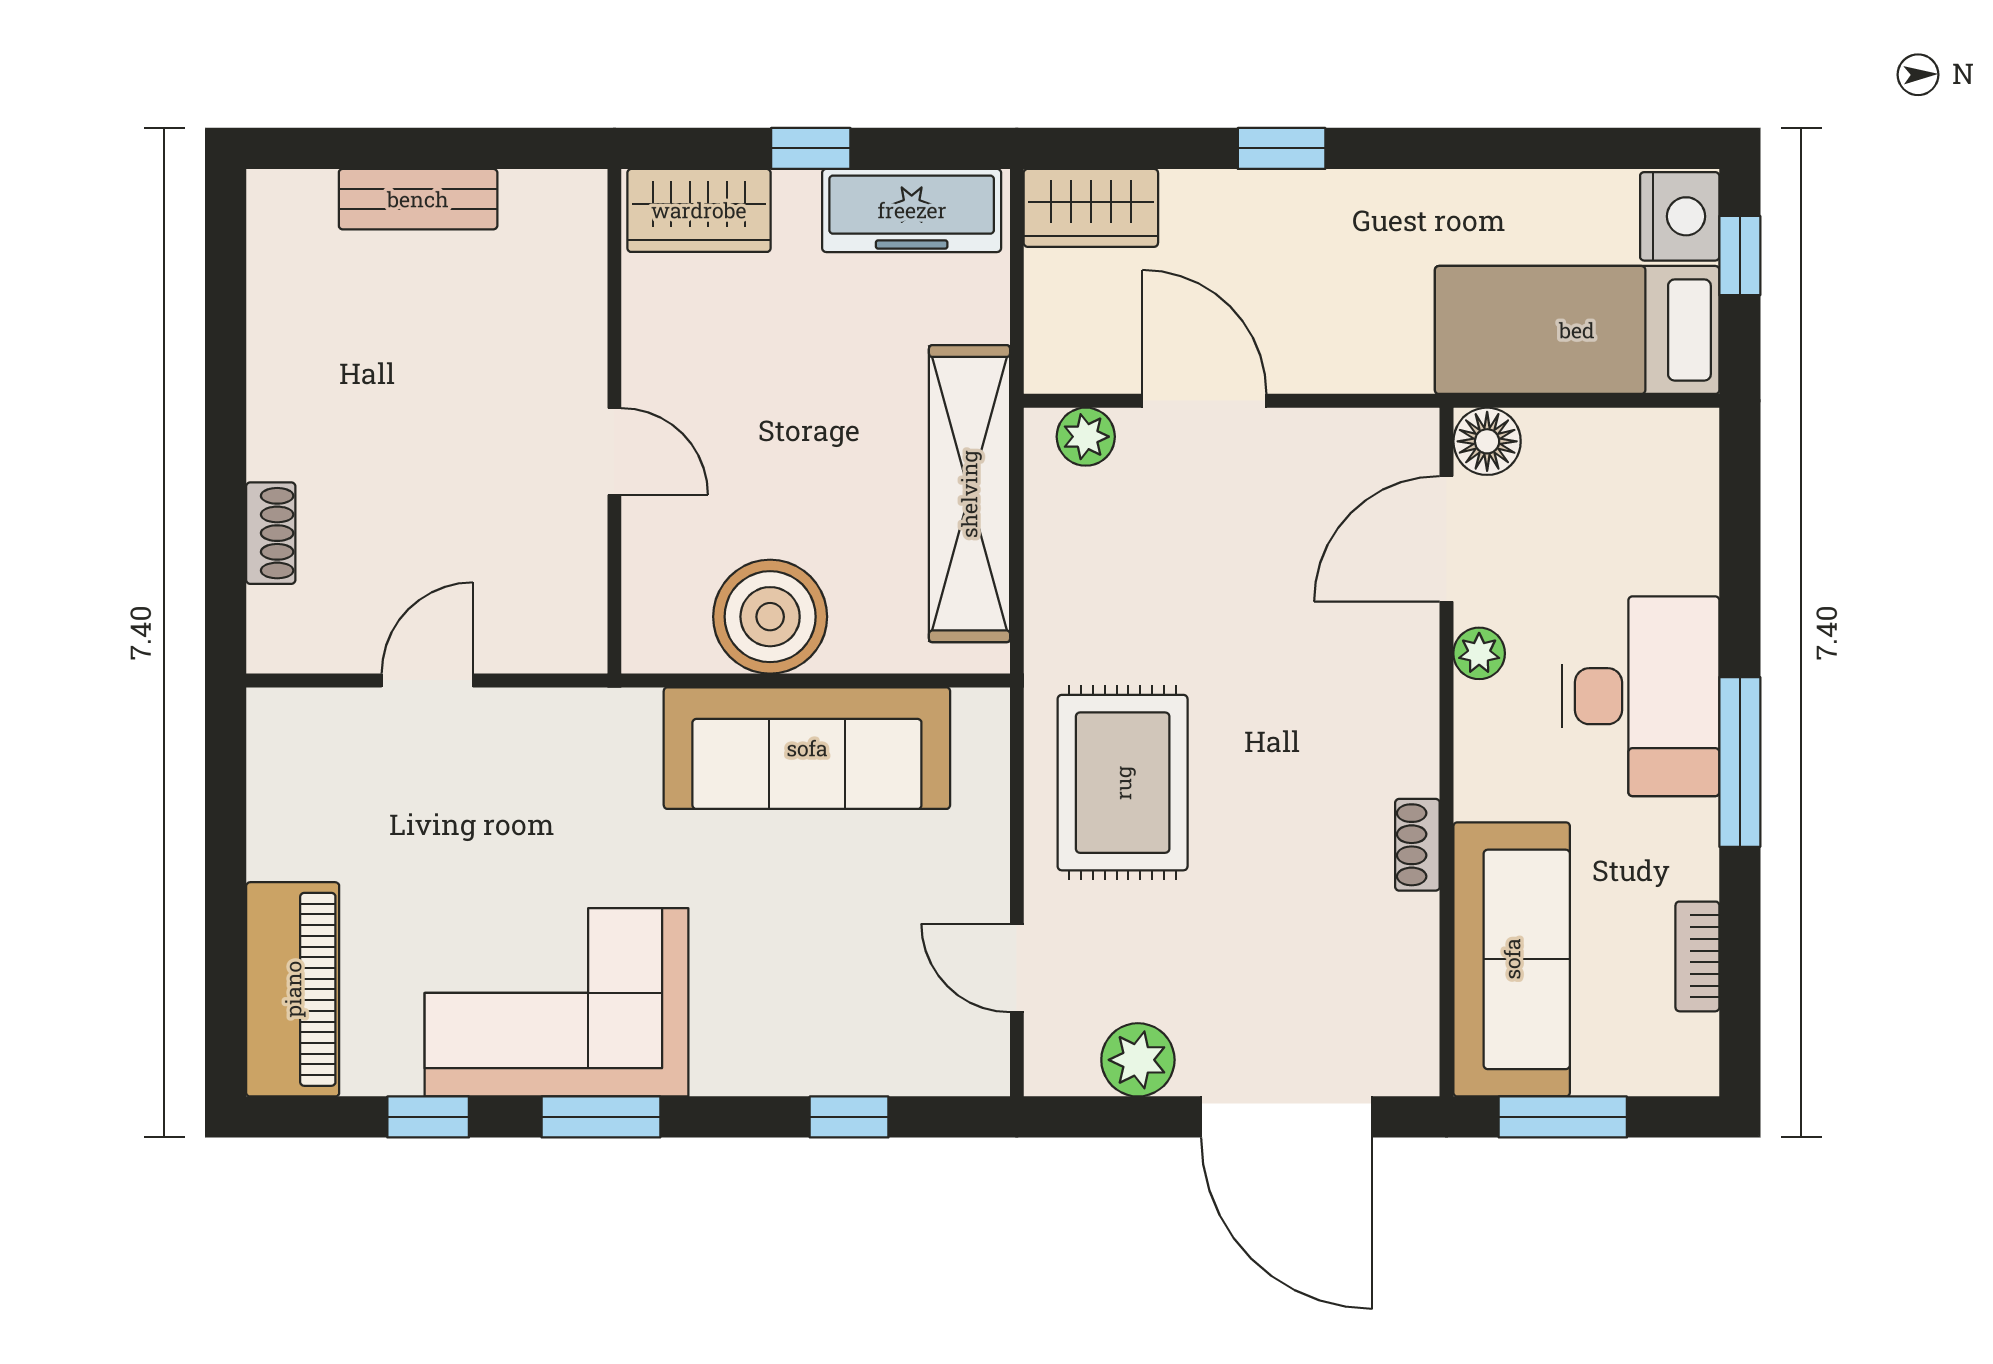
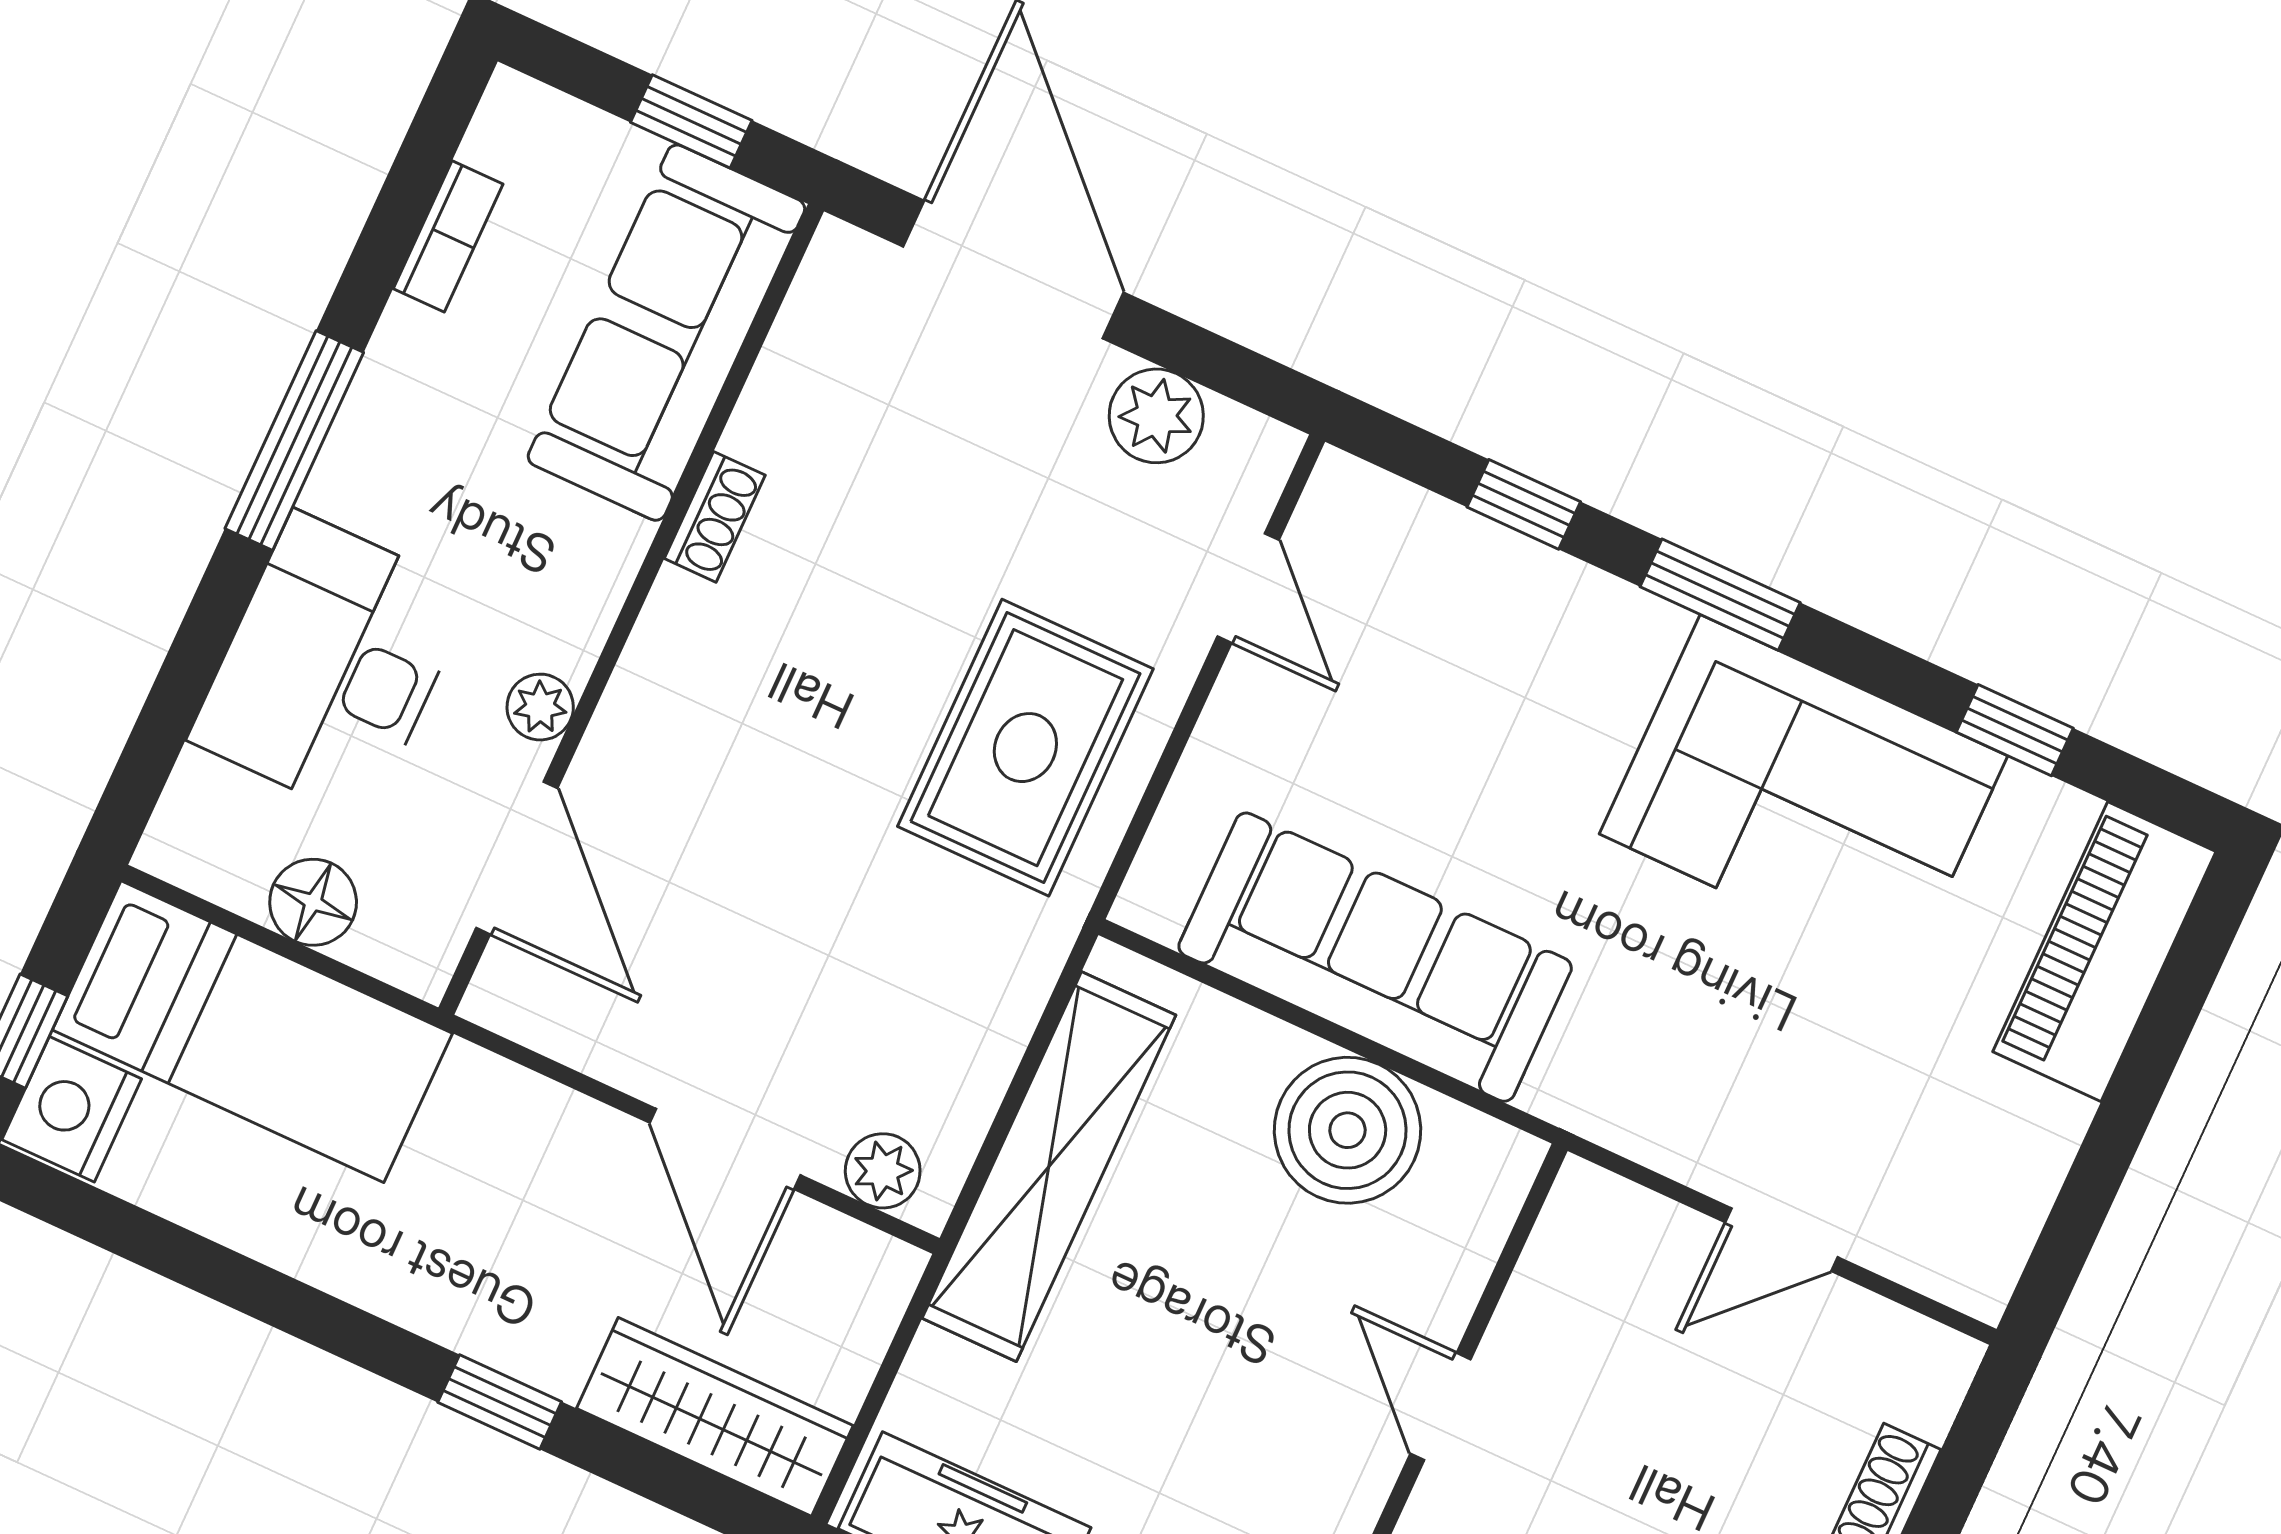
wardrobe: (1091, 208) -> (715, 1417), width x1.50
floor lamp: (1487, 441) -> (313, 902), moved
door: (1447, 539) -> (517, 858), hinge flipped
desk: (1641, 696) -> (331, 666), moved
window: (601, 1117) -> (1720, 595), moved
window: (1563, 1117) -> (691, 121), width x0.67

